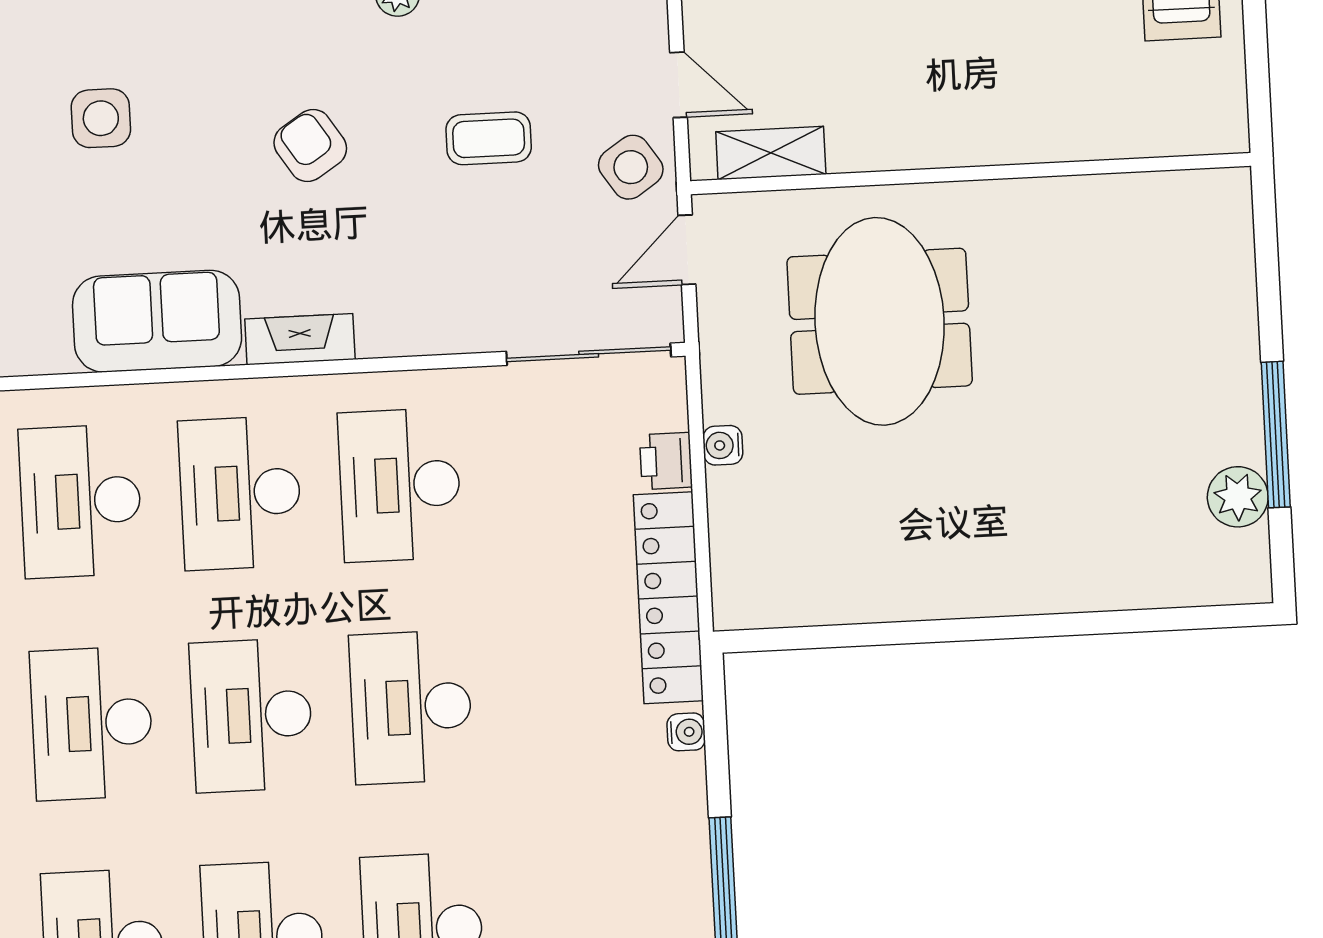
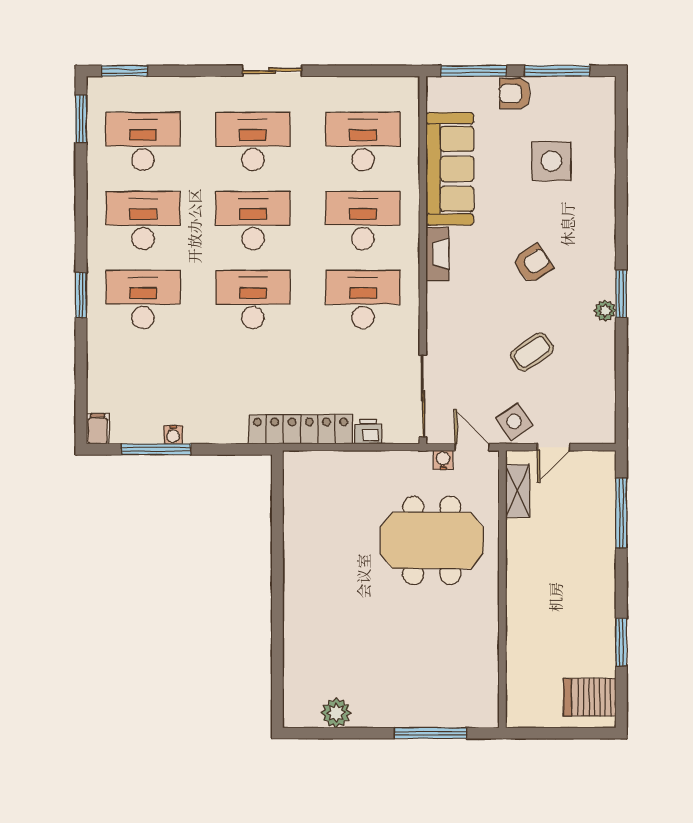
side table: (101, 118) -> (551, 161), width x1.37, depth x1.37
coffee table: (489, 138) -> (532, 352), turned 55
sofa: (157, 321) -> (450, 169), width x1.36
window: (1276, 435) -> (430, 733), moved
water cooler: (723, 445) -> (443, 460), moved
water cooler: (686, 732) -> (173, 435), moved

